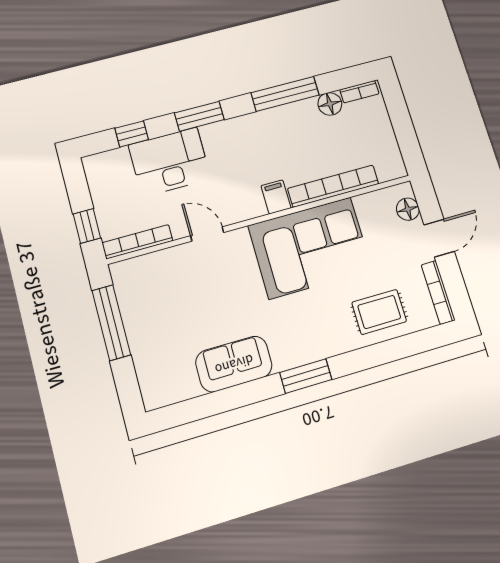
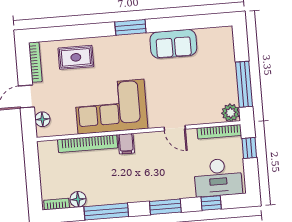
desk: (170, 162) -> (218, 177), moved
plant: (125, 274) -> (231, 113), added

